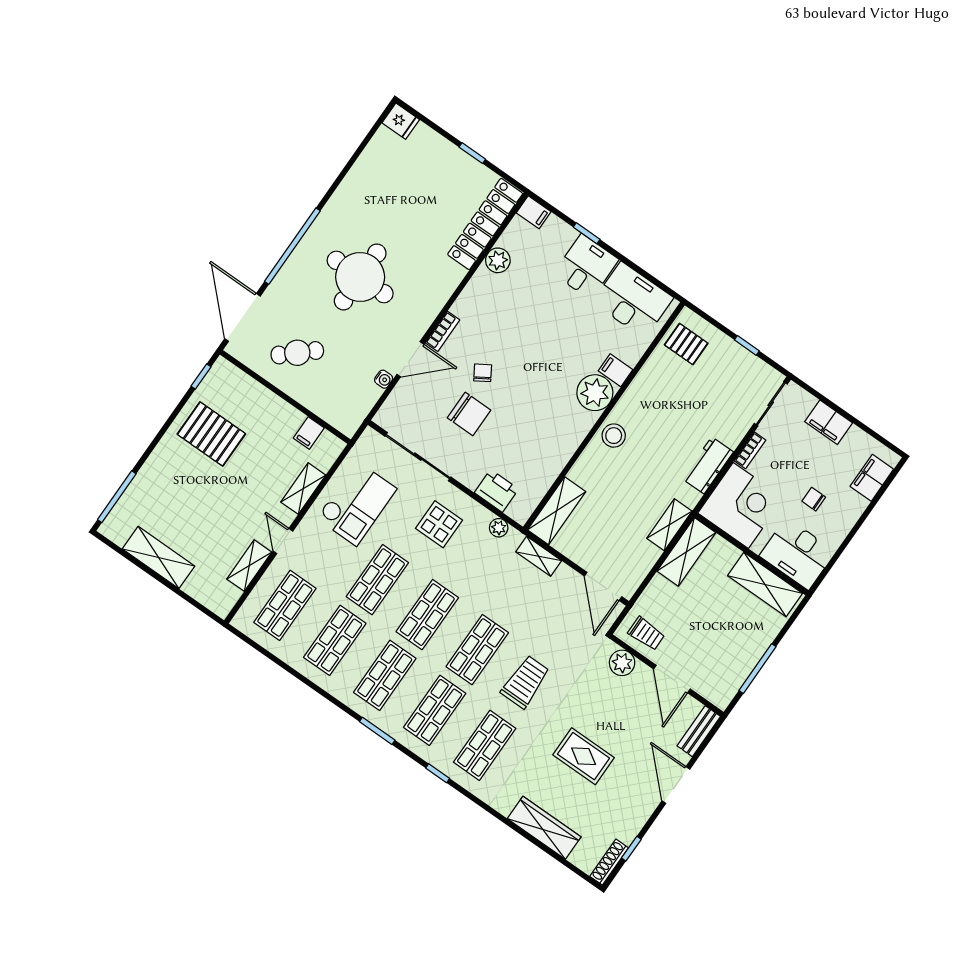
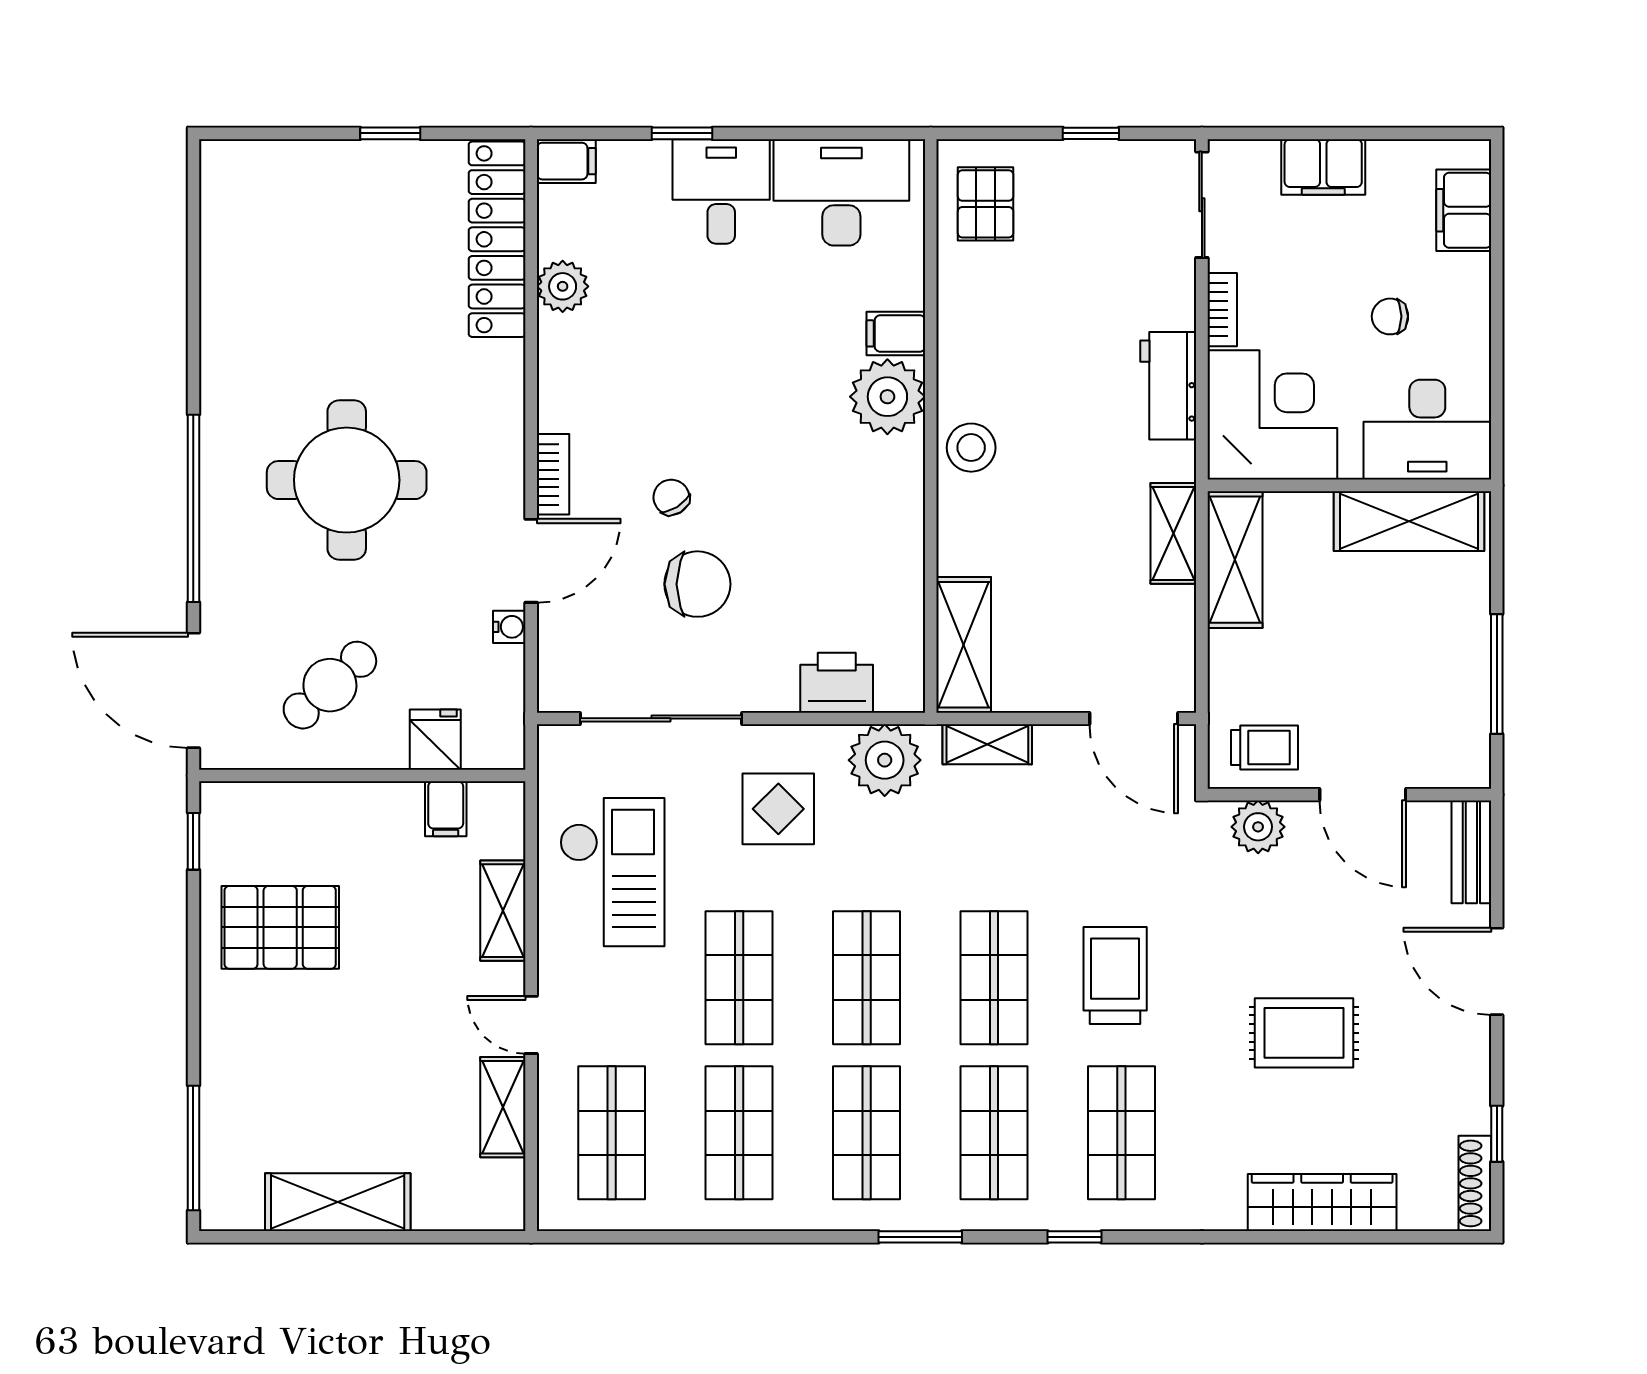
fridge: (401, 121) -> (435, 740), moved, turned -90
pallet: (686, 344) -> (986, 204), turned 90
plant: (499, 528) -> (885, 760), width x1.88, depth x1.88

